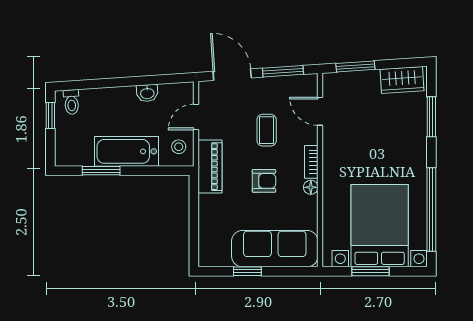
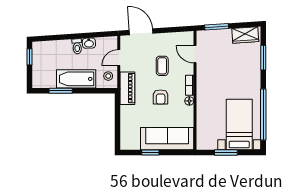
window: (283, 71) -> (172, 30), removed
toilet: (72, 102) -> (77, 46), moved
armchair: (264, 181) -> (161, 97), turned 90
bed with nightstands: (380, 226) -> (239, 125), width x0.73

